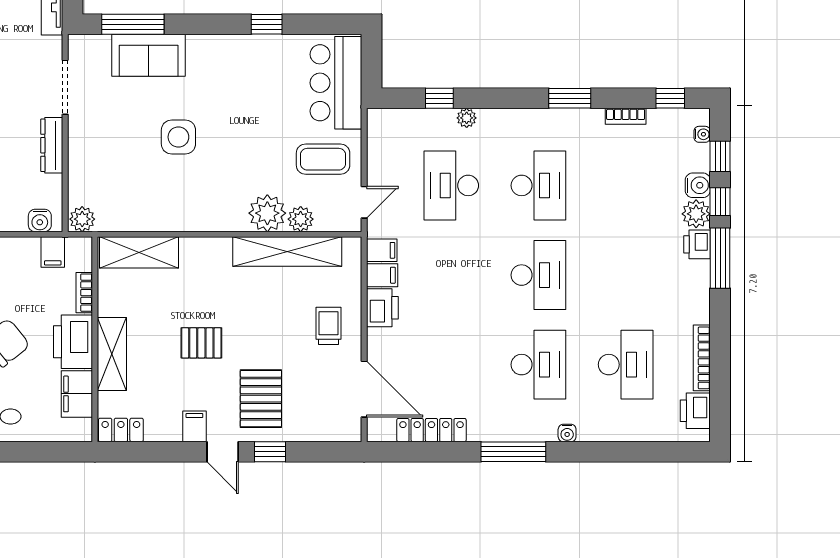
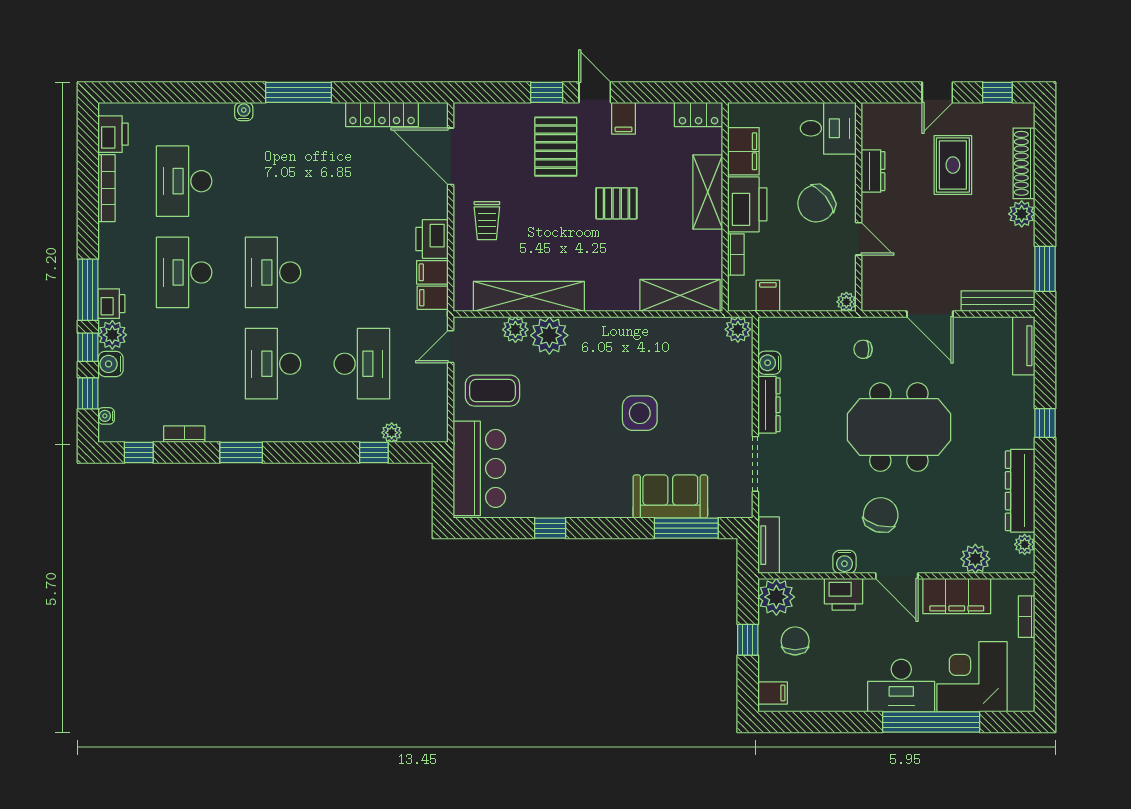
plant: (467, 118) -> (392, 433), moved
water cooler: (40, 220) -> (769, 363), moved, turned -90
desk: (538, 365) -> (184, 272), moved

